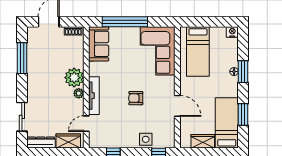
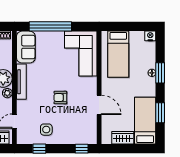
tv unit: (94, 96) -> (21, 82), moved
side table: (146, 139) -> (46, 130), moved

